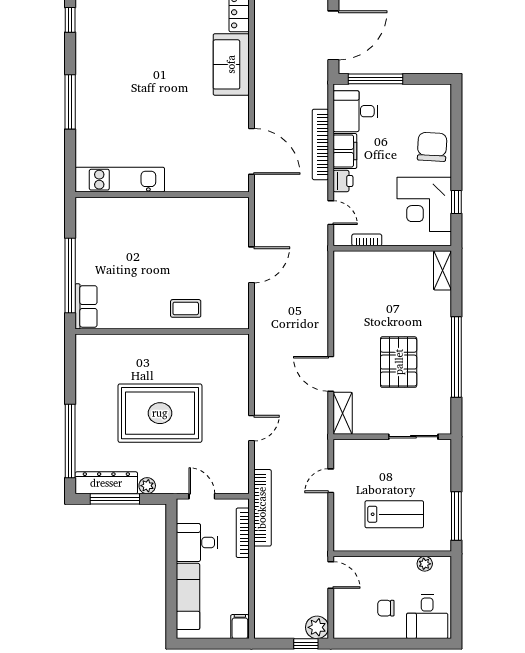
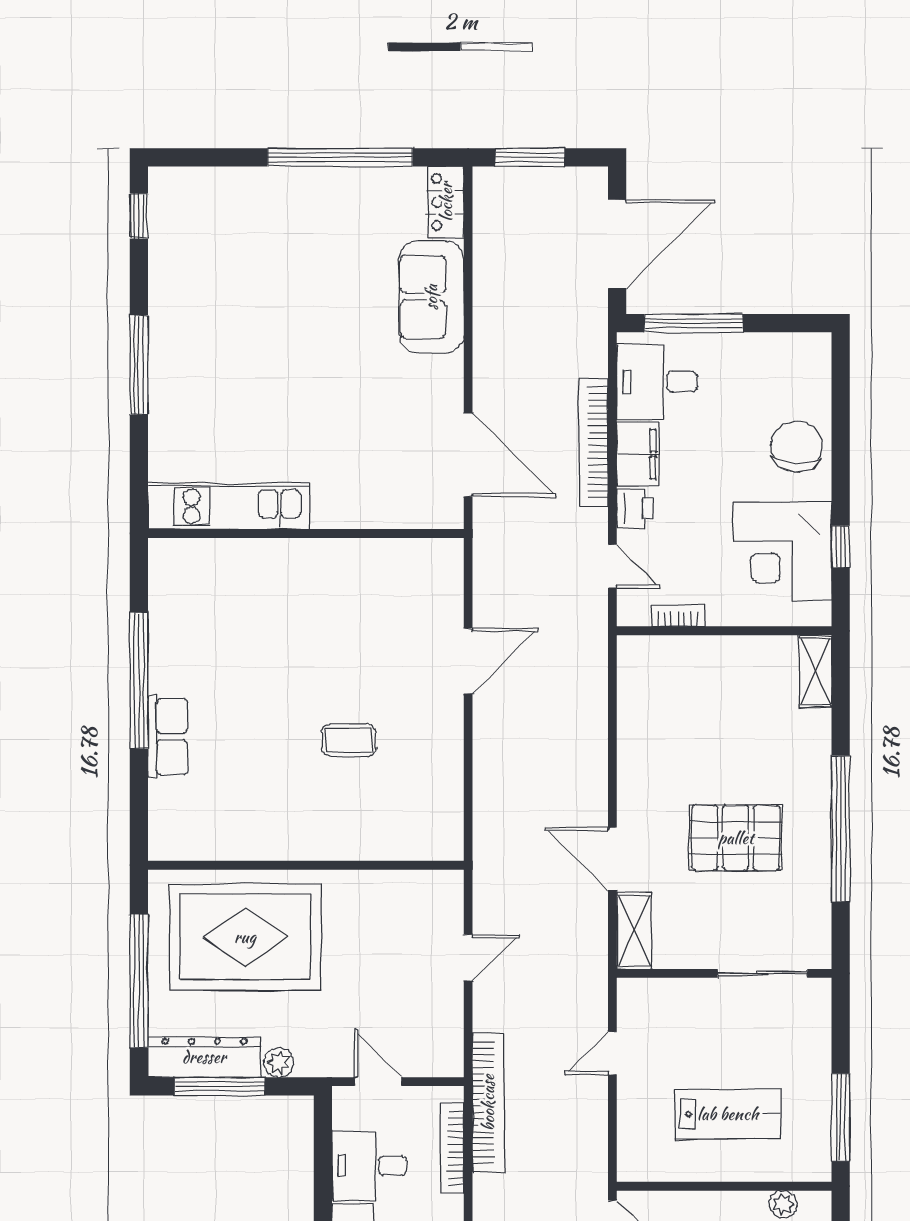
wall: (162, 332) -> (306, 865), moved
pallet: (399, 362) -> (736, 838), turned 90
rug: (160, 413) -> (245, 937), moved

